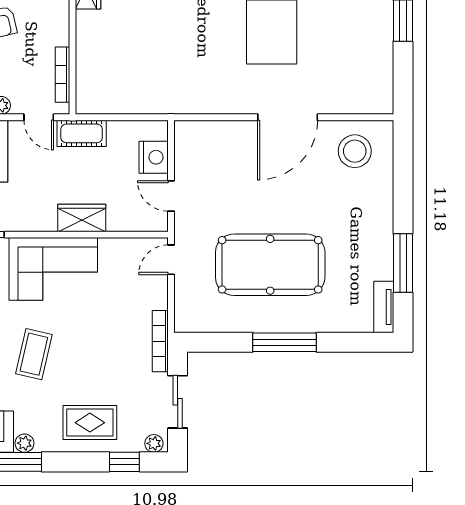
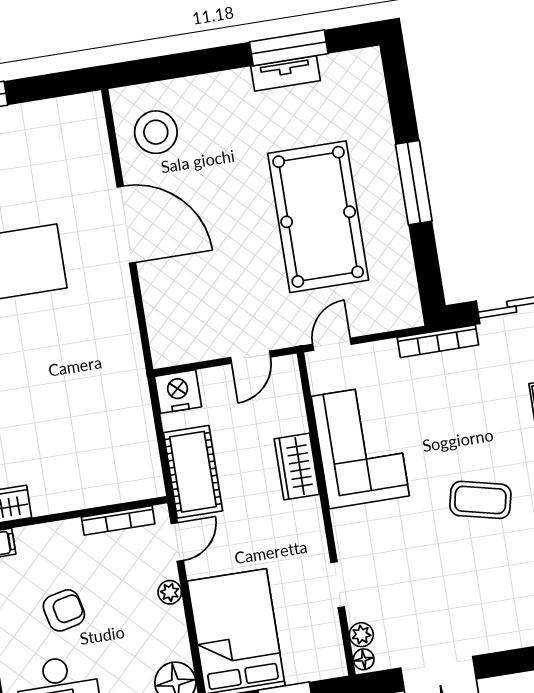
cot: (82, 133) -> (193, 472), width x1.37, depth x1.34
nightstand: (154, 157) -> (178, 392), moved
door: (171, 260) -> (332, 344), swing flipped
corner sofa: (53, 269) -> (360, 446), moved
tv unit: (384, 307) -> (286, 73), moved

